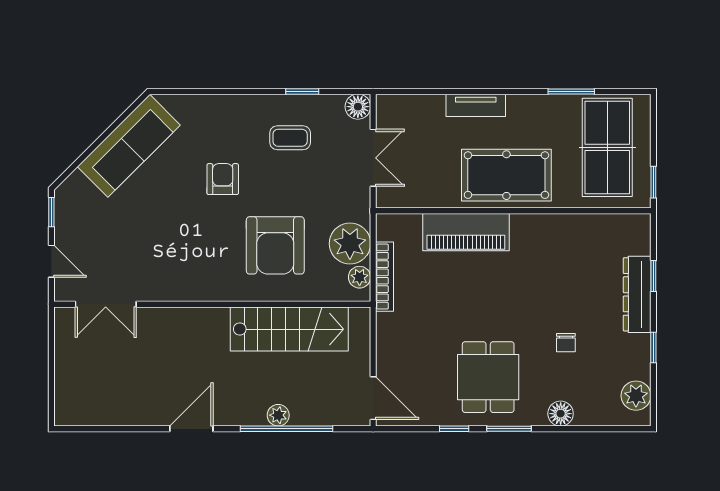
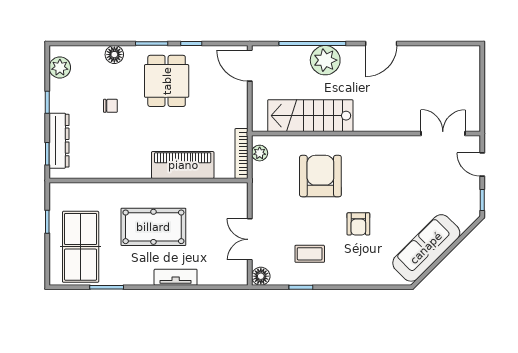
wall: (513, 211) -> (149, 180), moved
piano: (466, 232) -> (183, 165), moved
plant: (350, 244) -> (266, 177), removed
chair: (566, 343) -> (110, 106), turned 90
plant: (278, 415) -> (325, 60), width x1.88, depth x1.88

